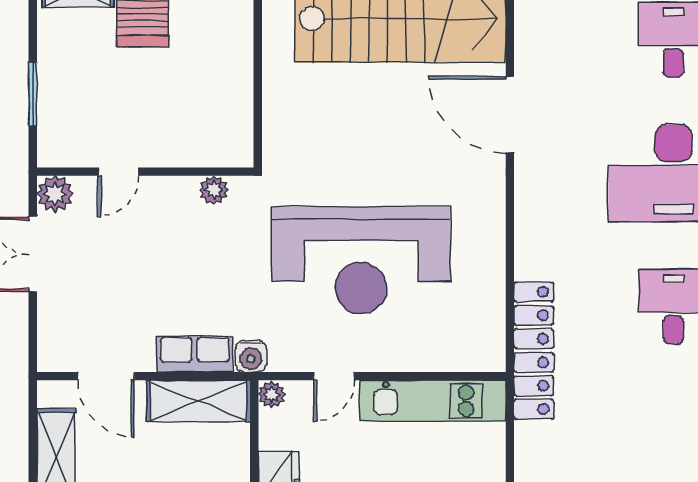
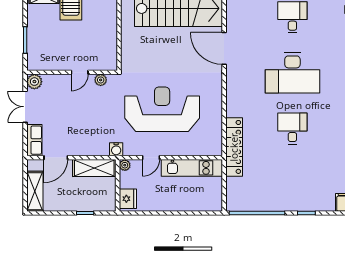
door: (118, 172) -> (80, 72), moved
reception desk: (361, 260) -> (162, 109), turned 180
row of seats: (195, 354) -> (34, 140), moved, turned 90
door: (106, 376) -> (56, 158), hinge flipped

